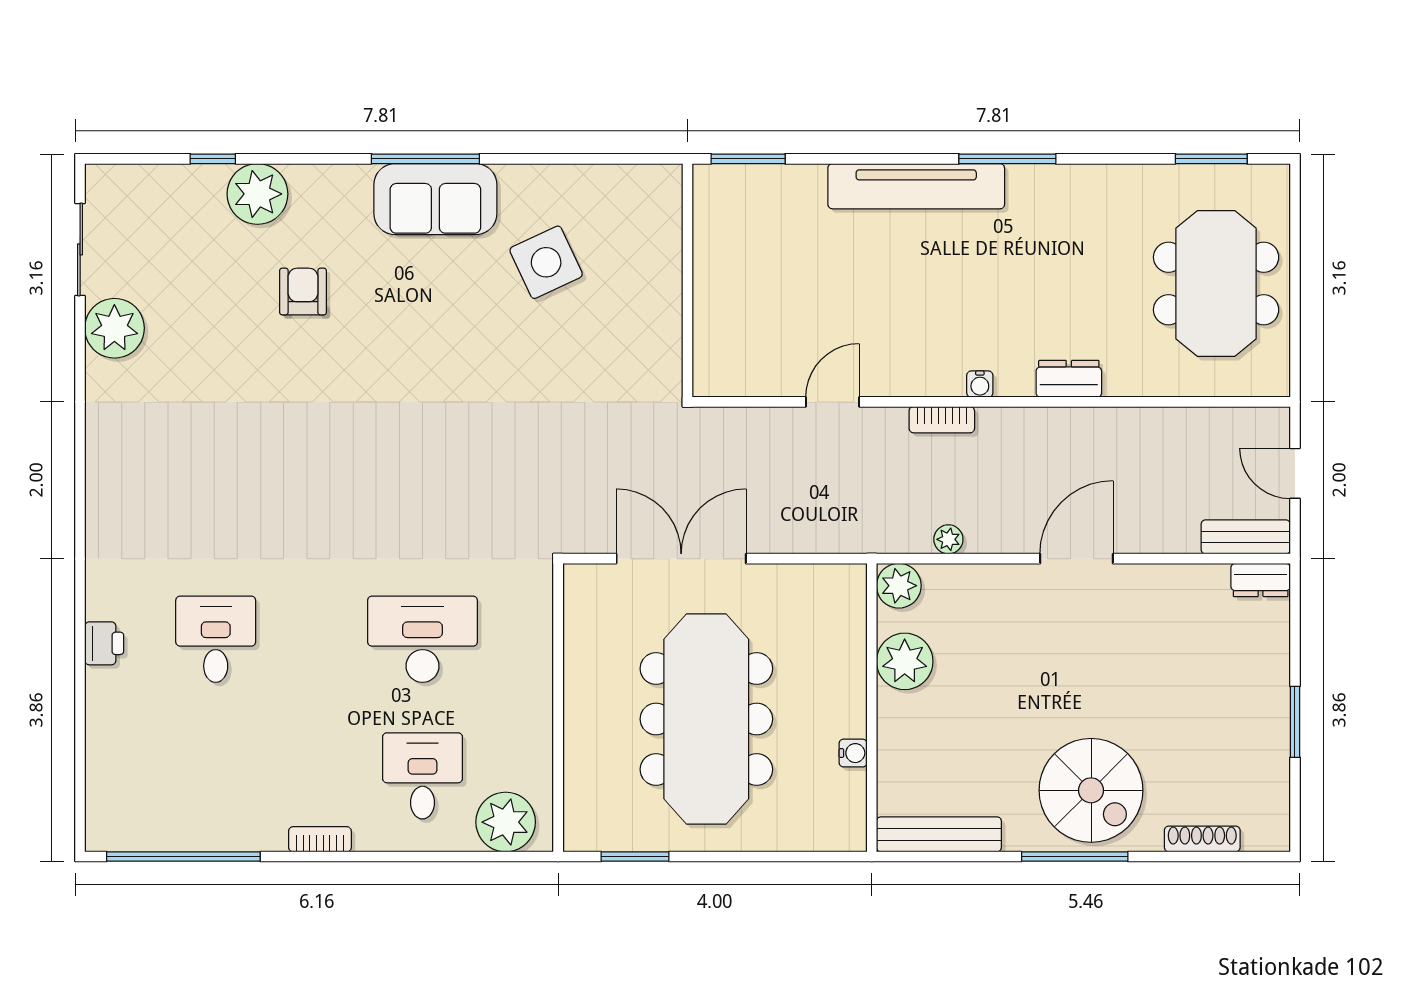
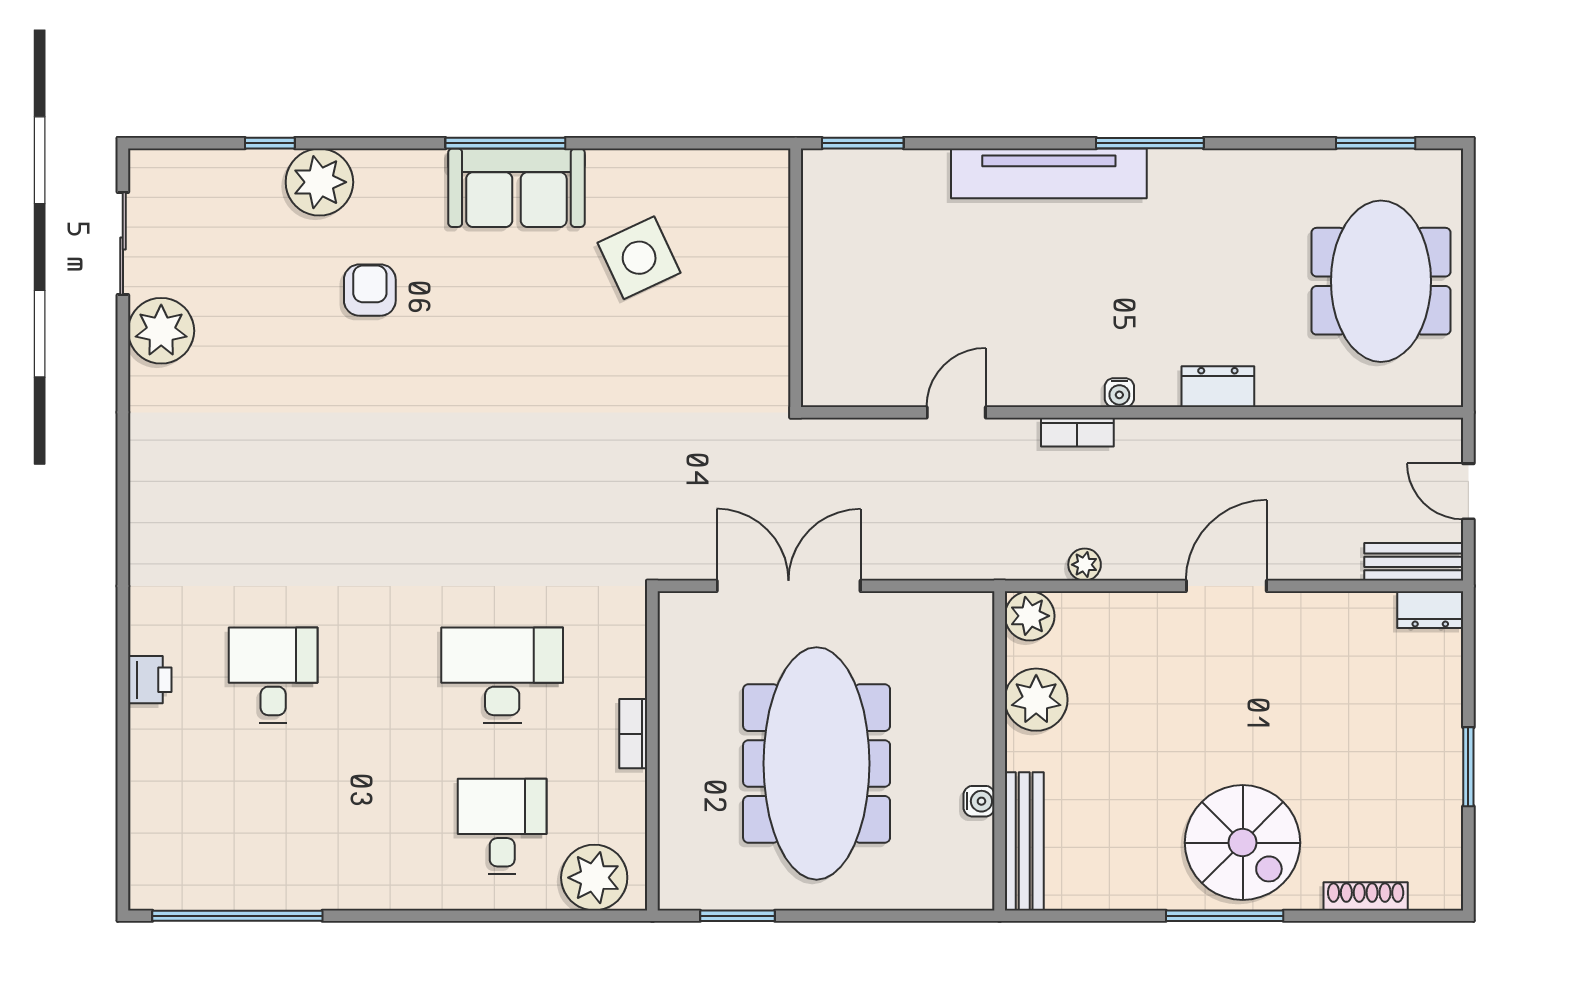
bench: (939, 834) -> (1024, 841), moved, turned 90
bookcase: (320, 839) -> (633, 734), moved, turned -90

